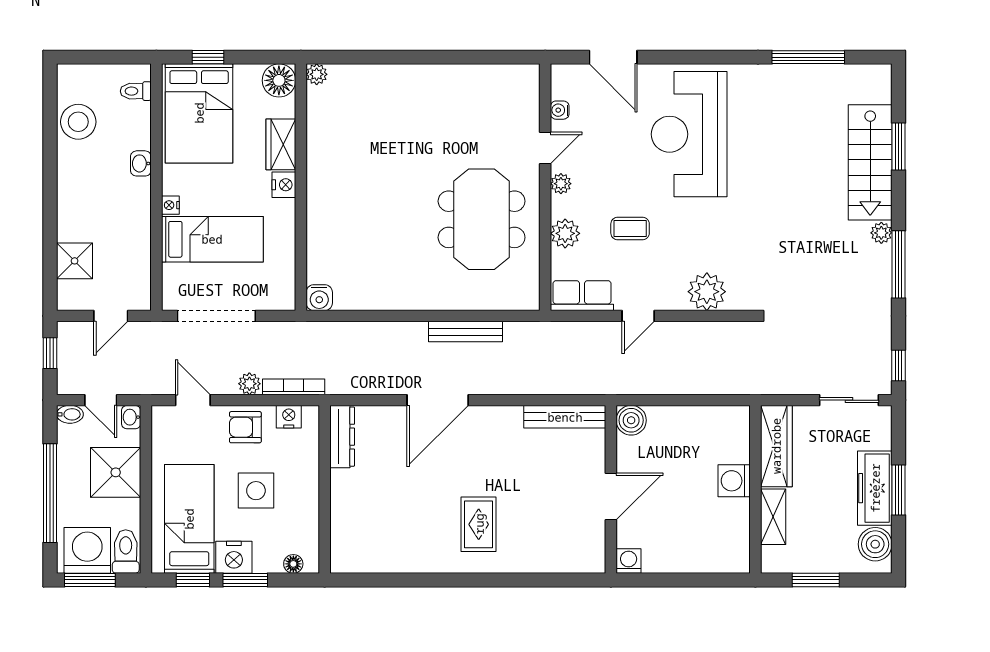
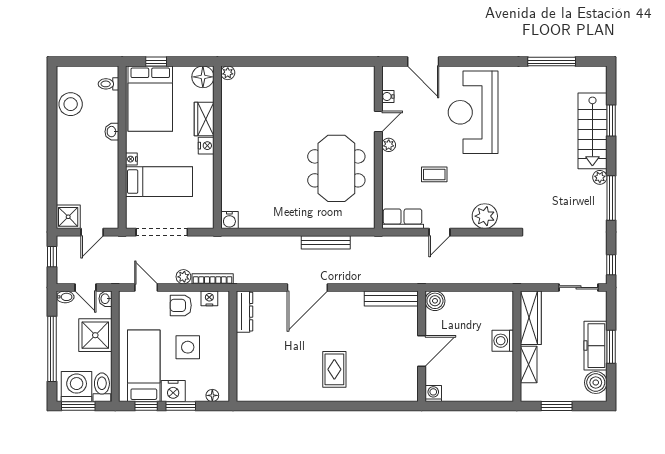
plant: (565, 233) -> (391, 178), removed
shower: (75, 261) -> (68, 217), moved

